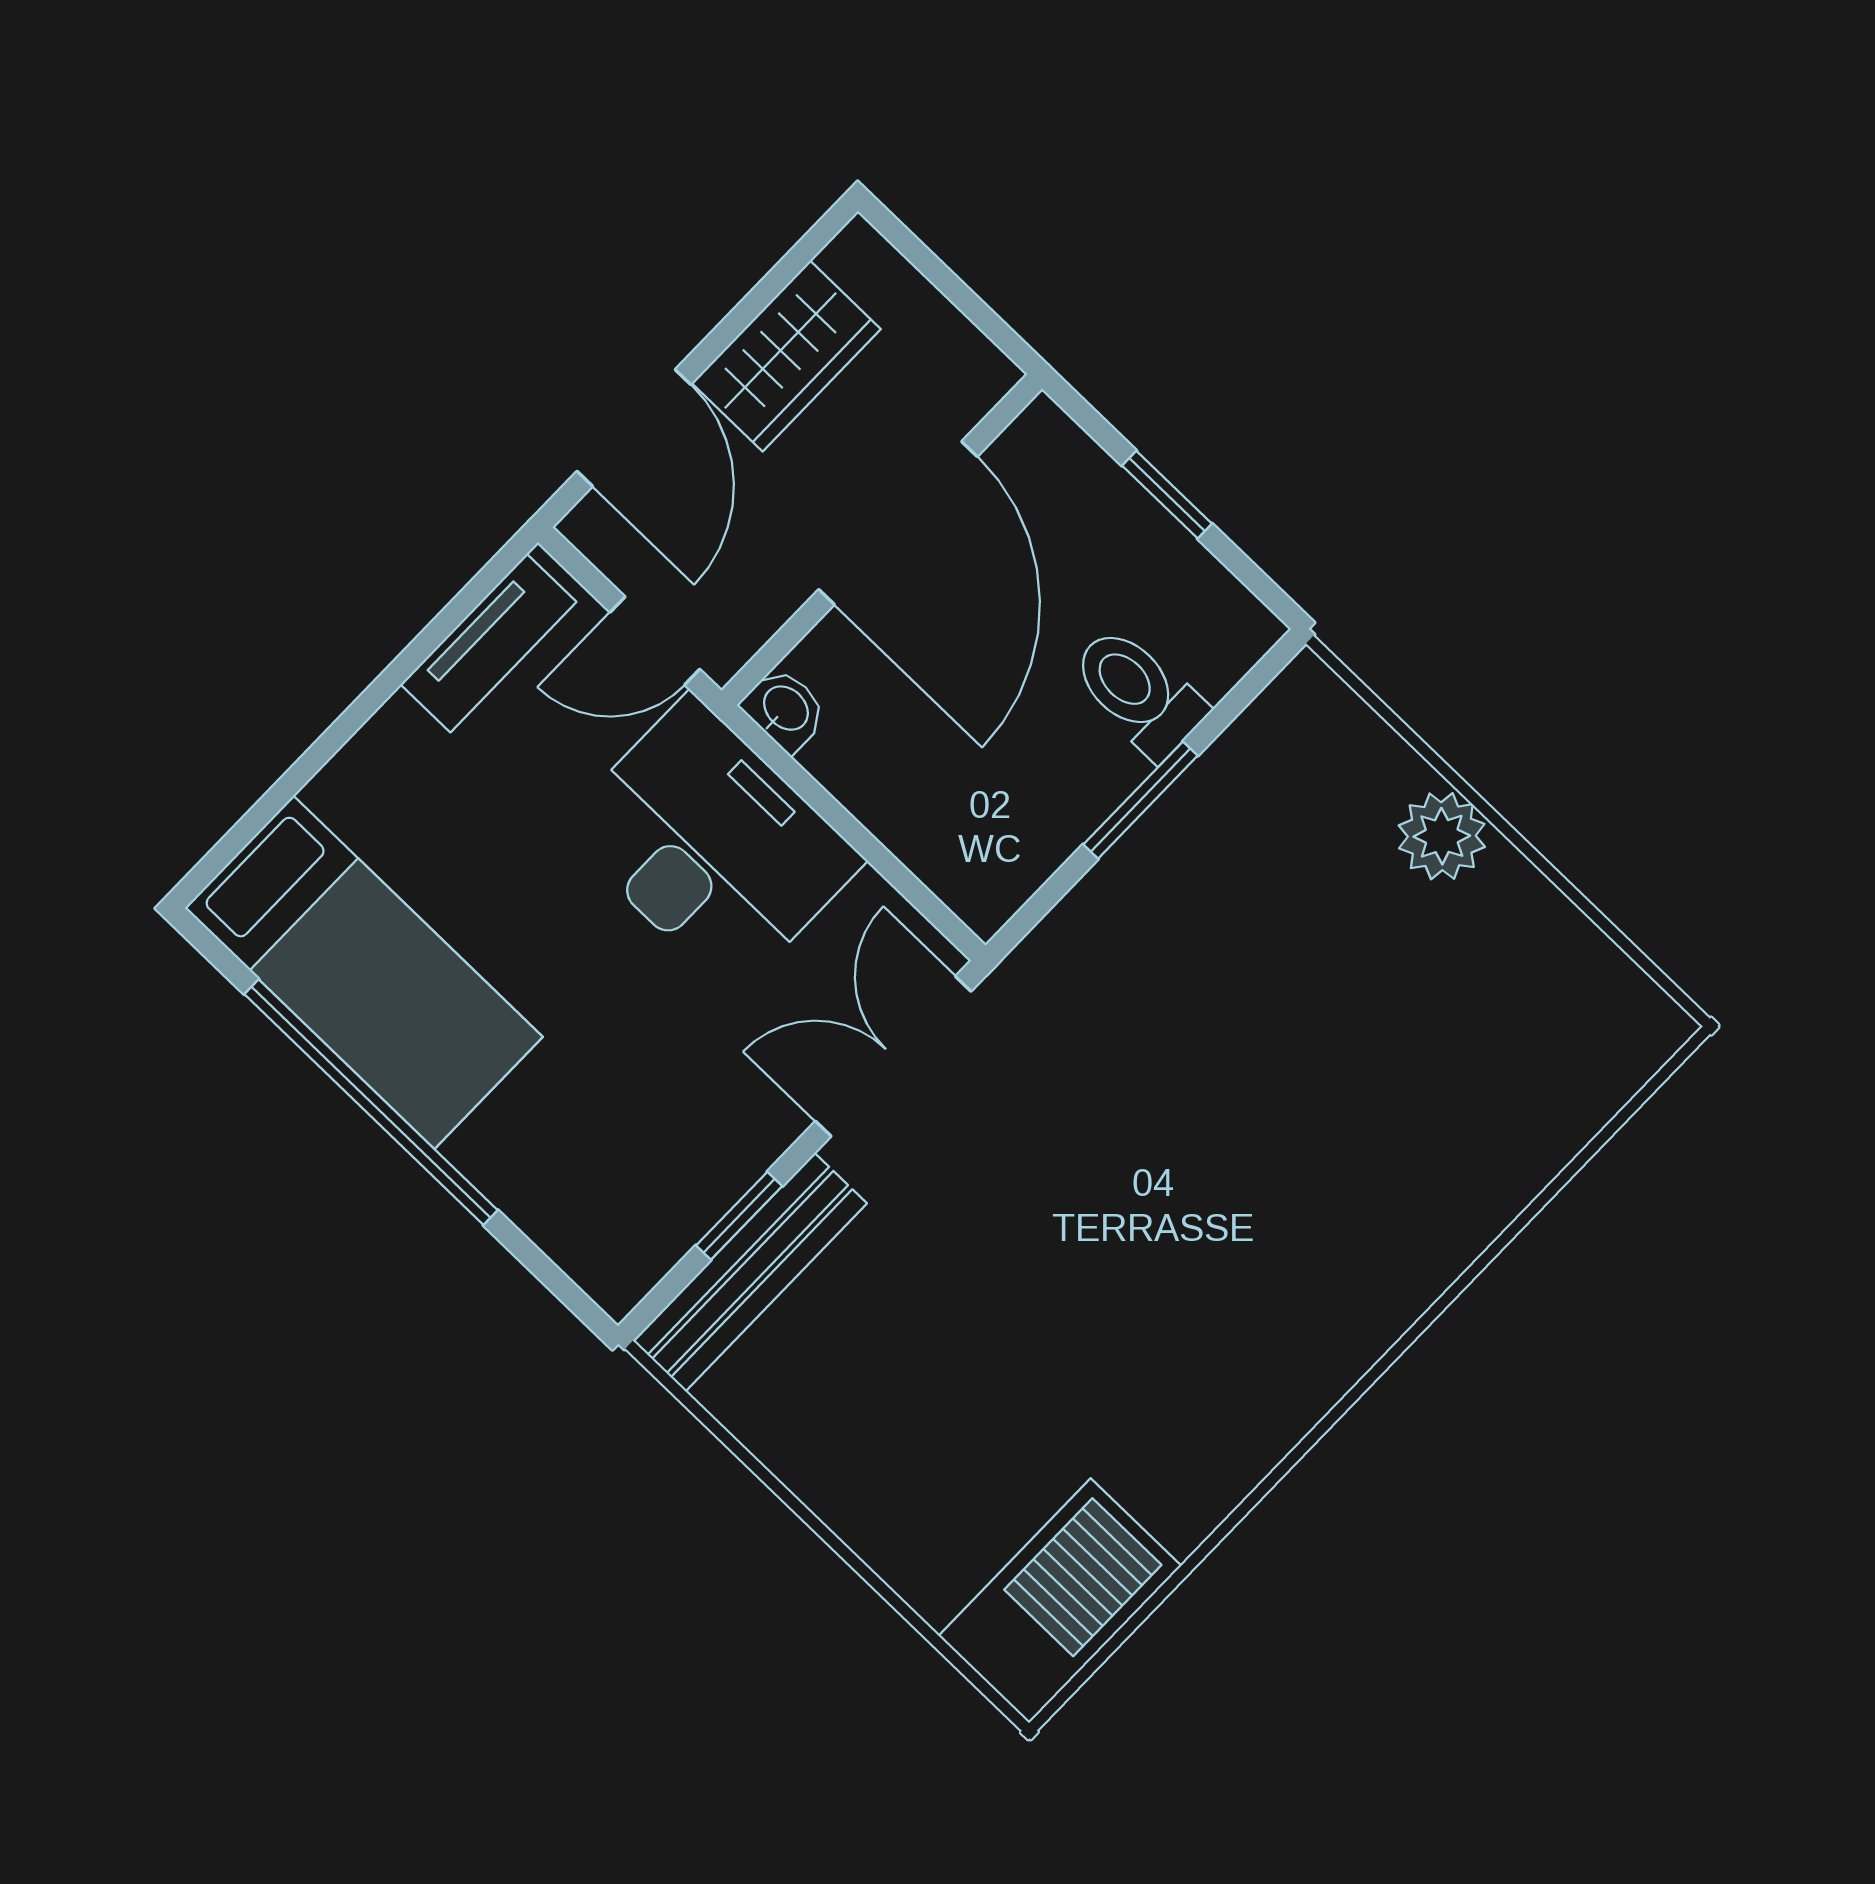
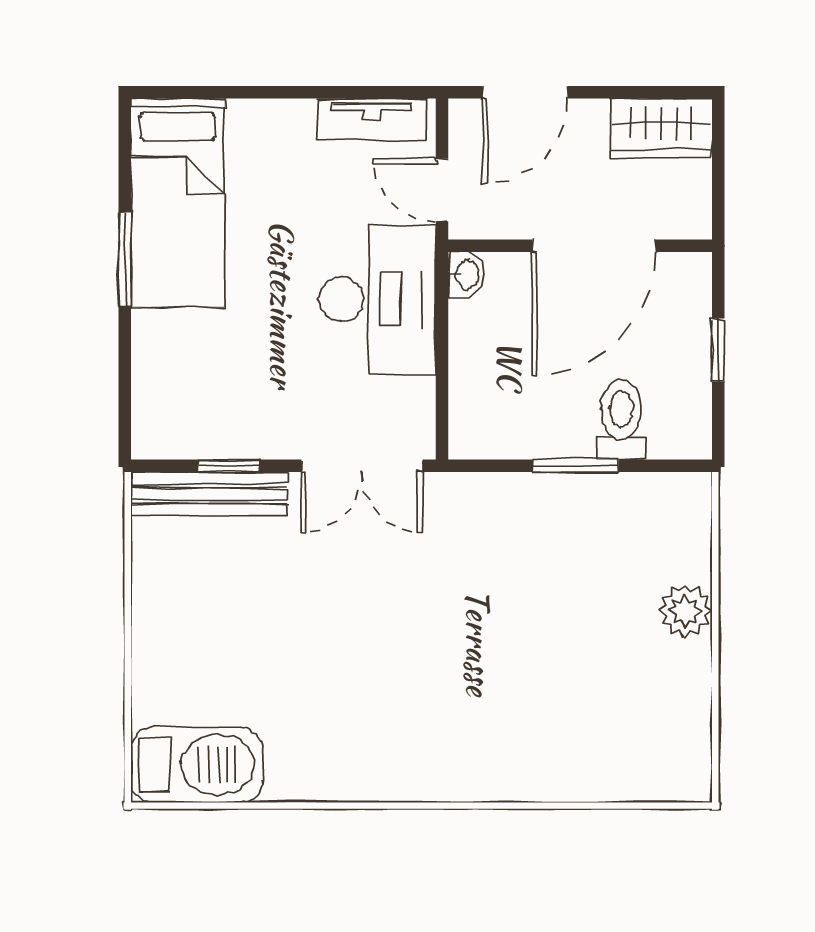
wardrobe: (786, 356) -> (661, 128), moved
double door: (893, 1056) -> (362, 466), swing flipped
window: (371, 1102) -> (125, 260), width x0.47

